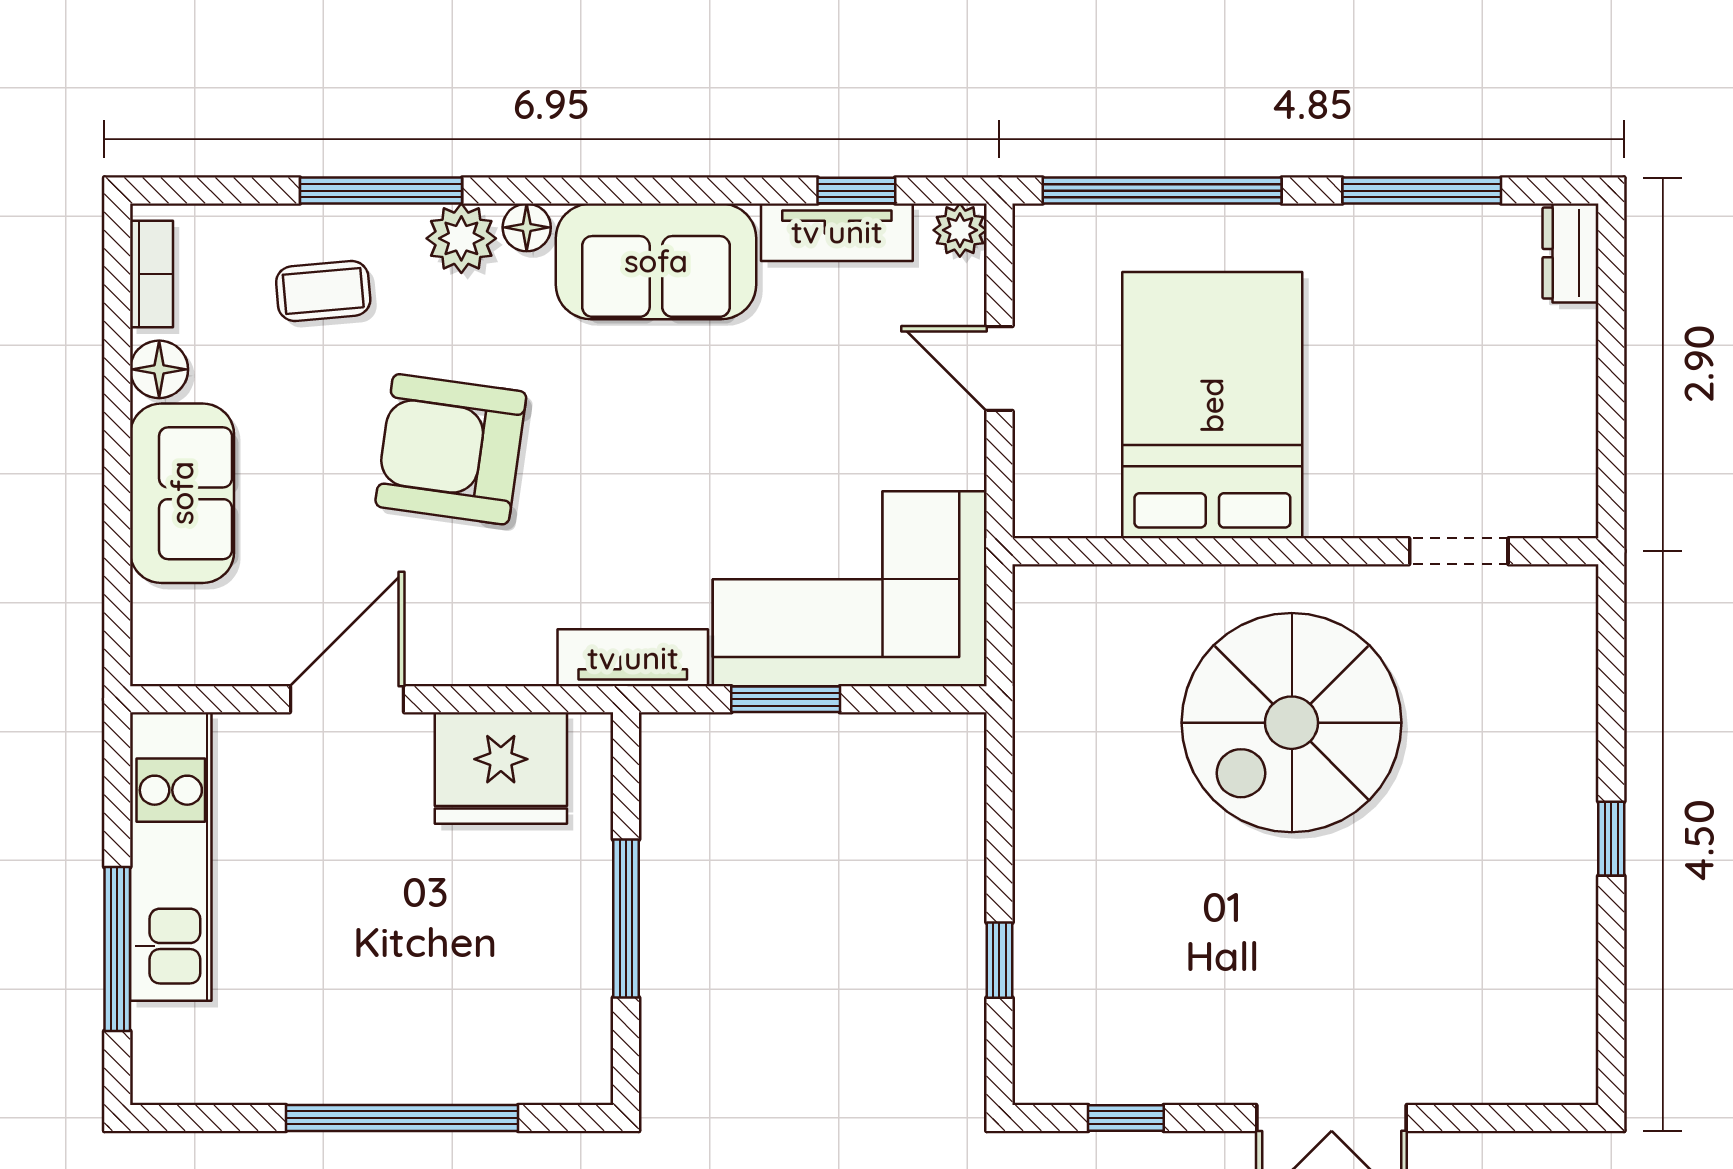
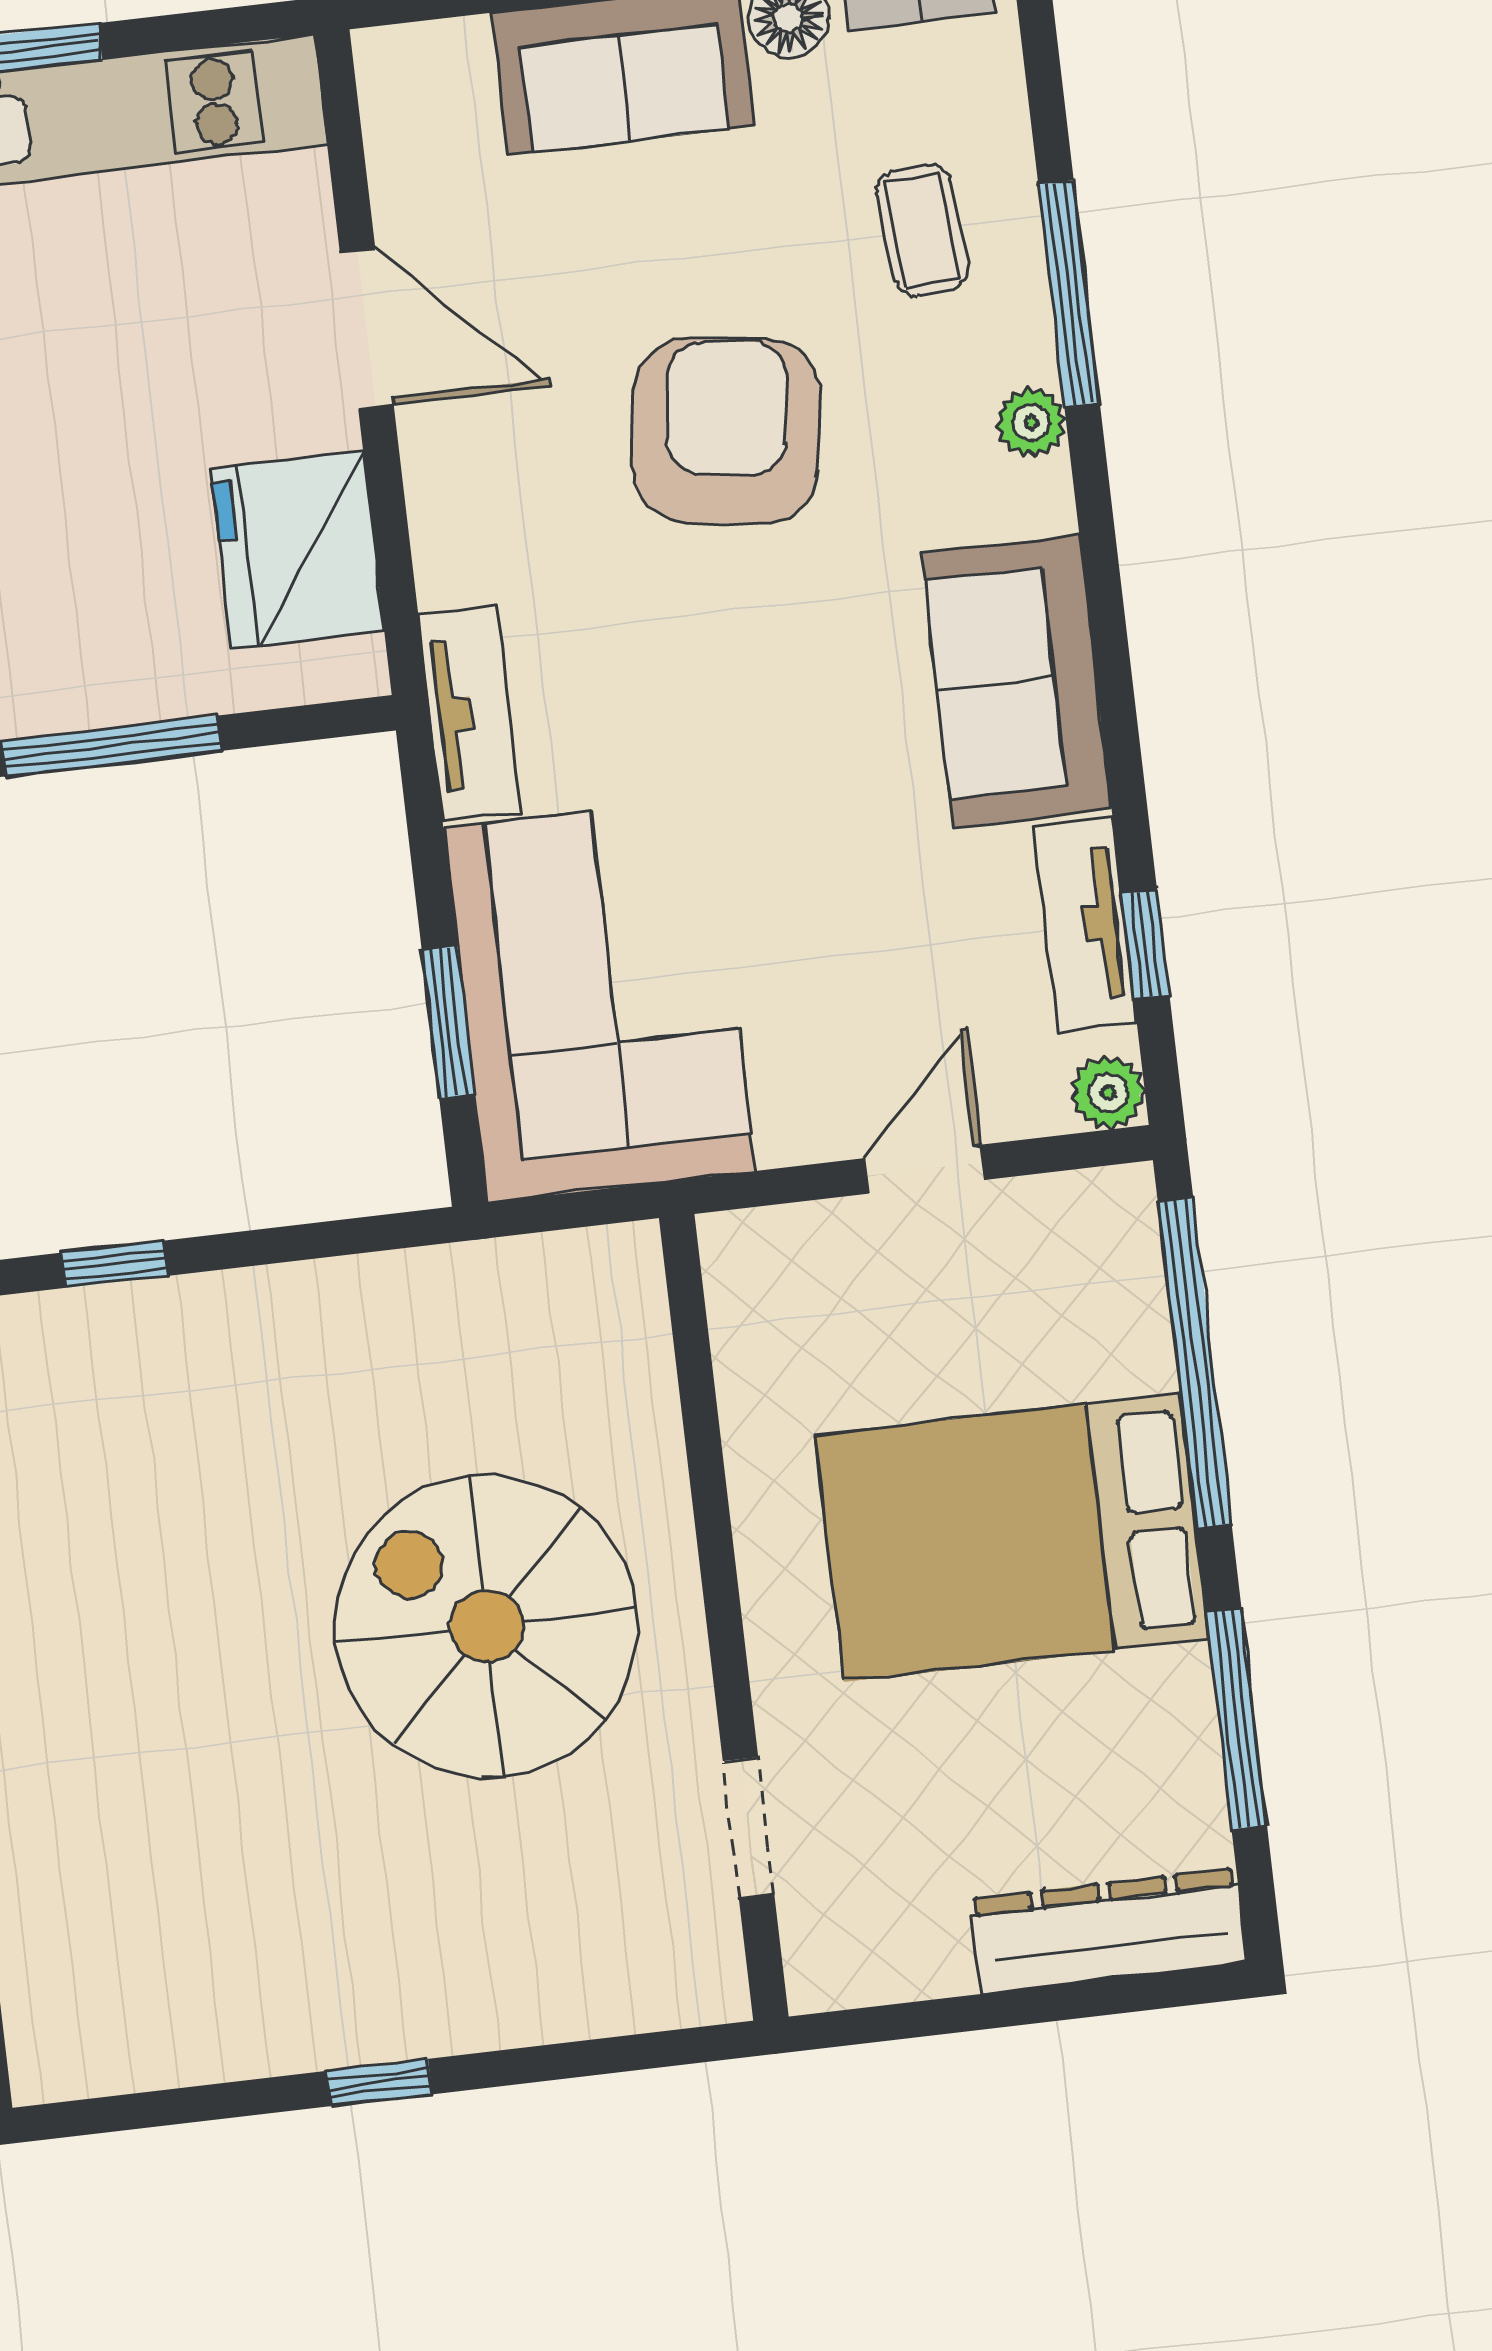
floor lamp: (527, 227) -> (1042, 499), removed
plant: (461, 238) -> (1031, 422), width x0.73, depth x0.73
dresser: (1570, 253) -> (1108, 1931), width x1.96, depth x1.24
bed: (1212, 405) -> (1012, 1537), moved, turned 180
window: (786, 699) -> (448, 1023), moved

